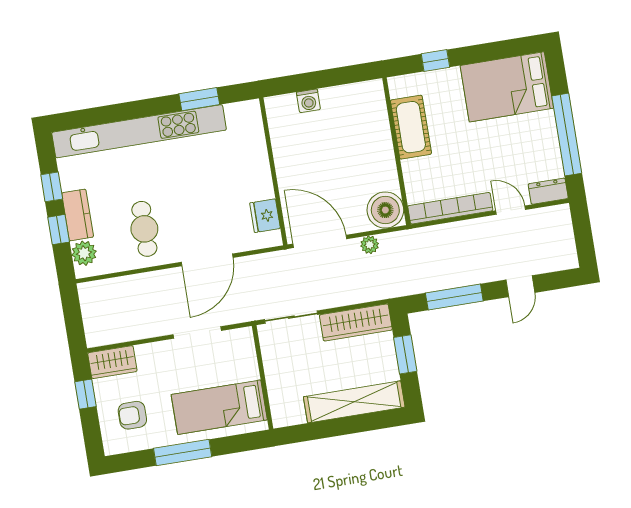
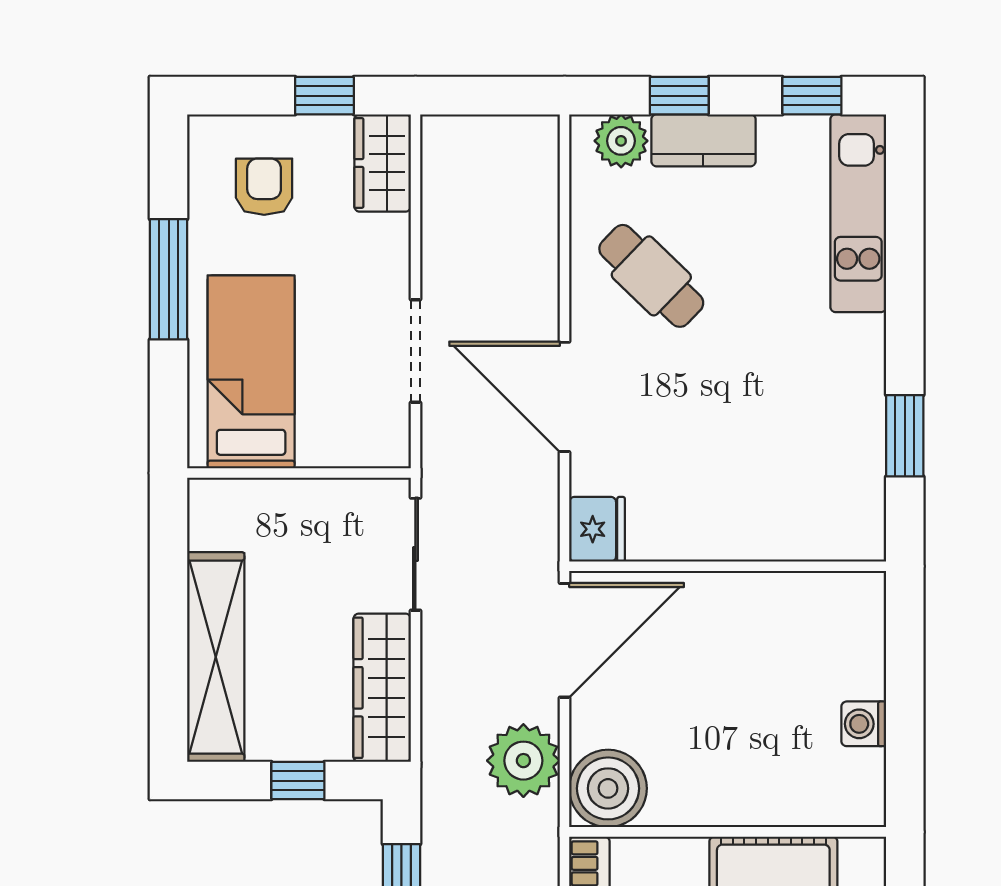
washing machine: (308, 101) -> (864, 724), moved
kitchen unit: (139, 131) -> (858, 213), width x0.54
window: (52, 187) -> (812, 96), moved
fridge: (265, 216) -> (597, 529), moved, turned 90
cafe table: (144, 229) -> (651, 276), turned 44
plant: (370, 245) -> (523, 761), width x1.88, depth x1.88
window: (405, 354) -> (298, 781), width x0.67

